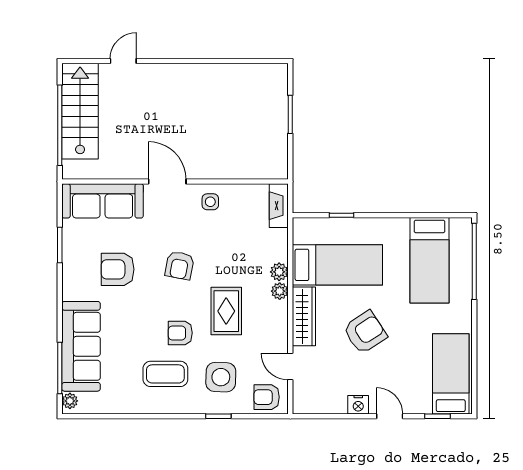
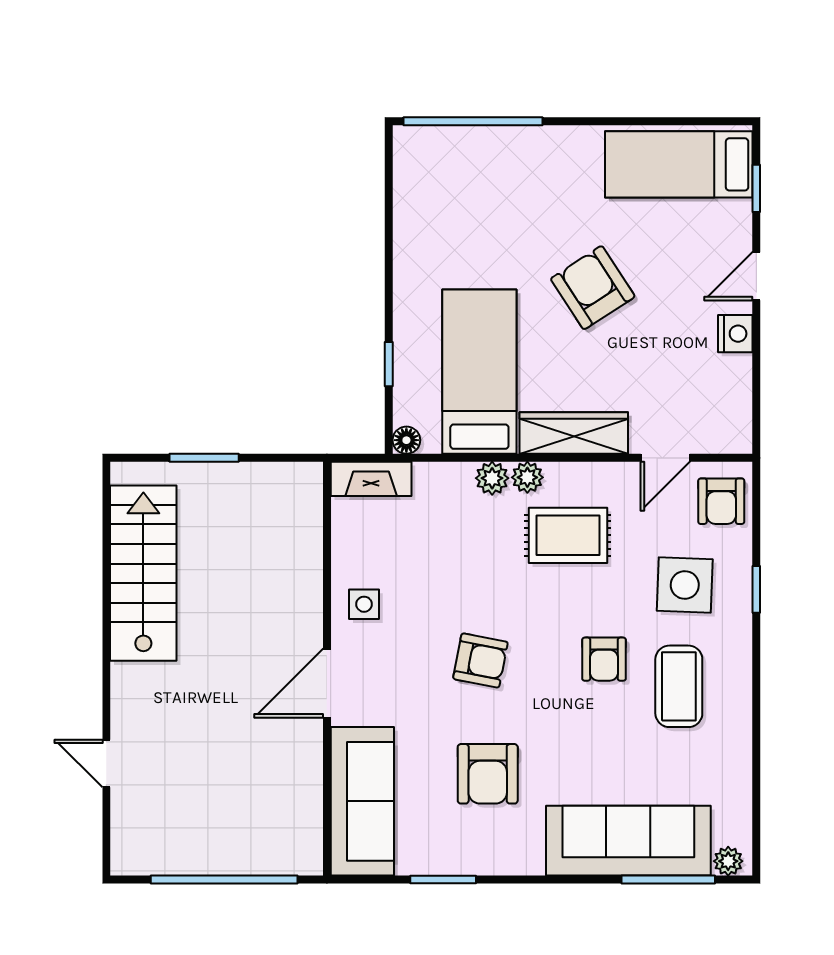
stairs: (80, 111) -> (143, 573), moved, turned 90
floor lamp: (300, 225) -> (406, 440), added
bed: (430, 260) -> (471, 203), removed
rug: (226, 311) -> (568, 535), moved
armchair: (365, 332) -> (593, 288), moved

